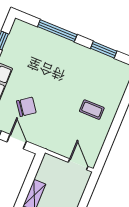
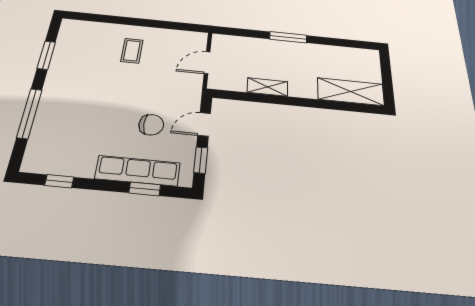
chair: (26, 107) -> (151, 125), turned 126
door: (78, 164) -> (207, 63), moved

